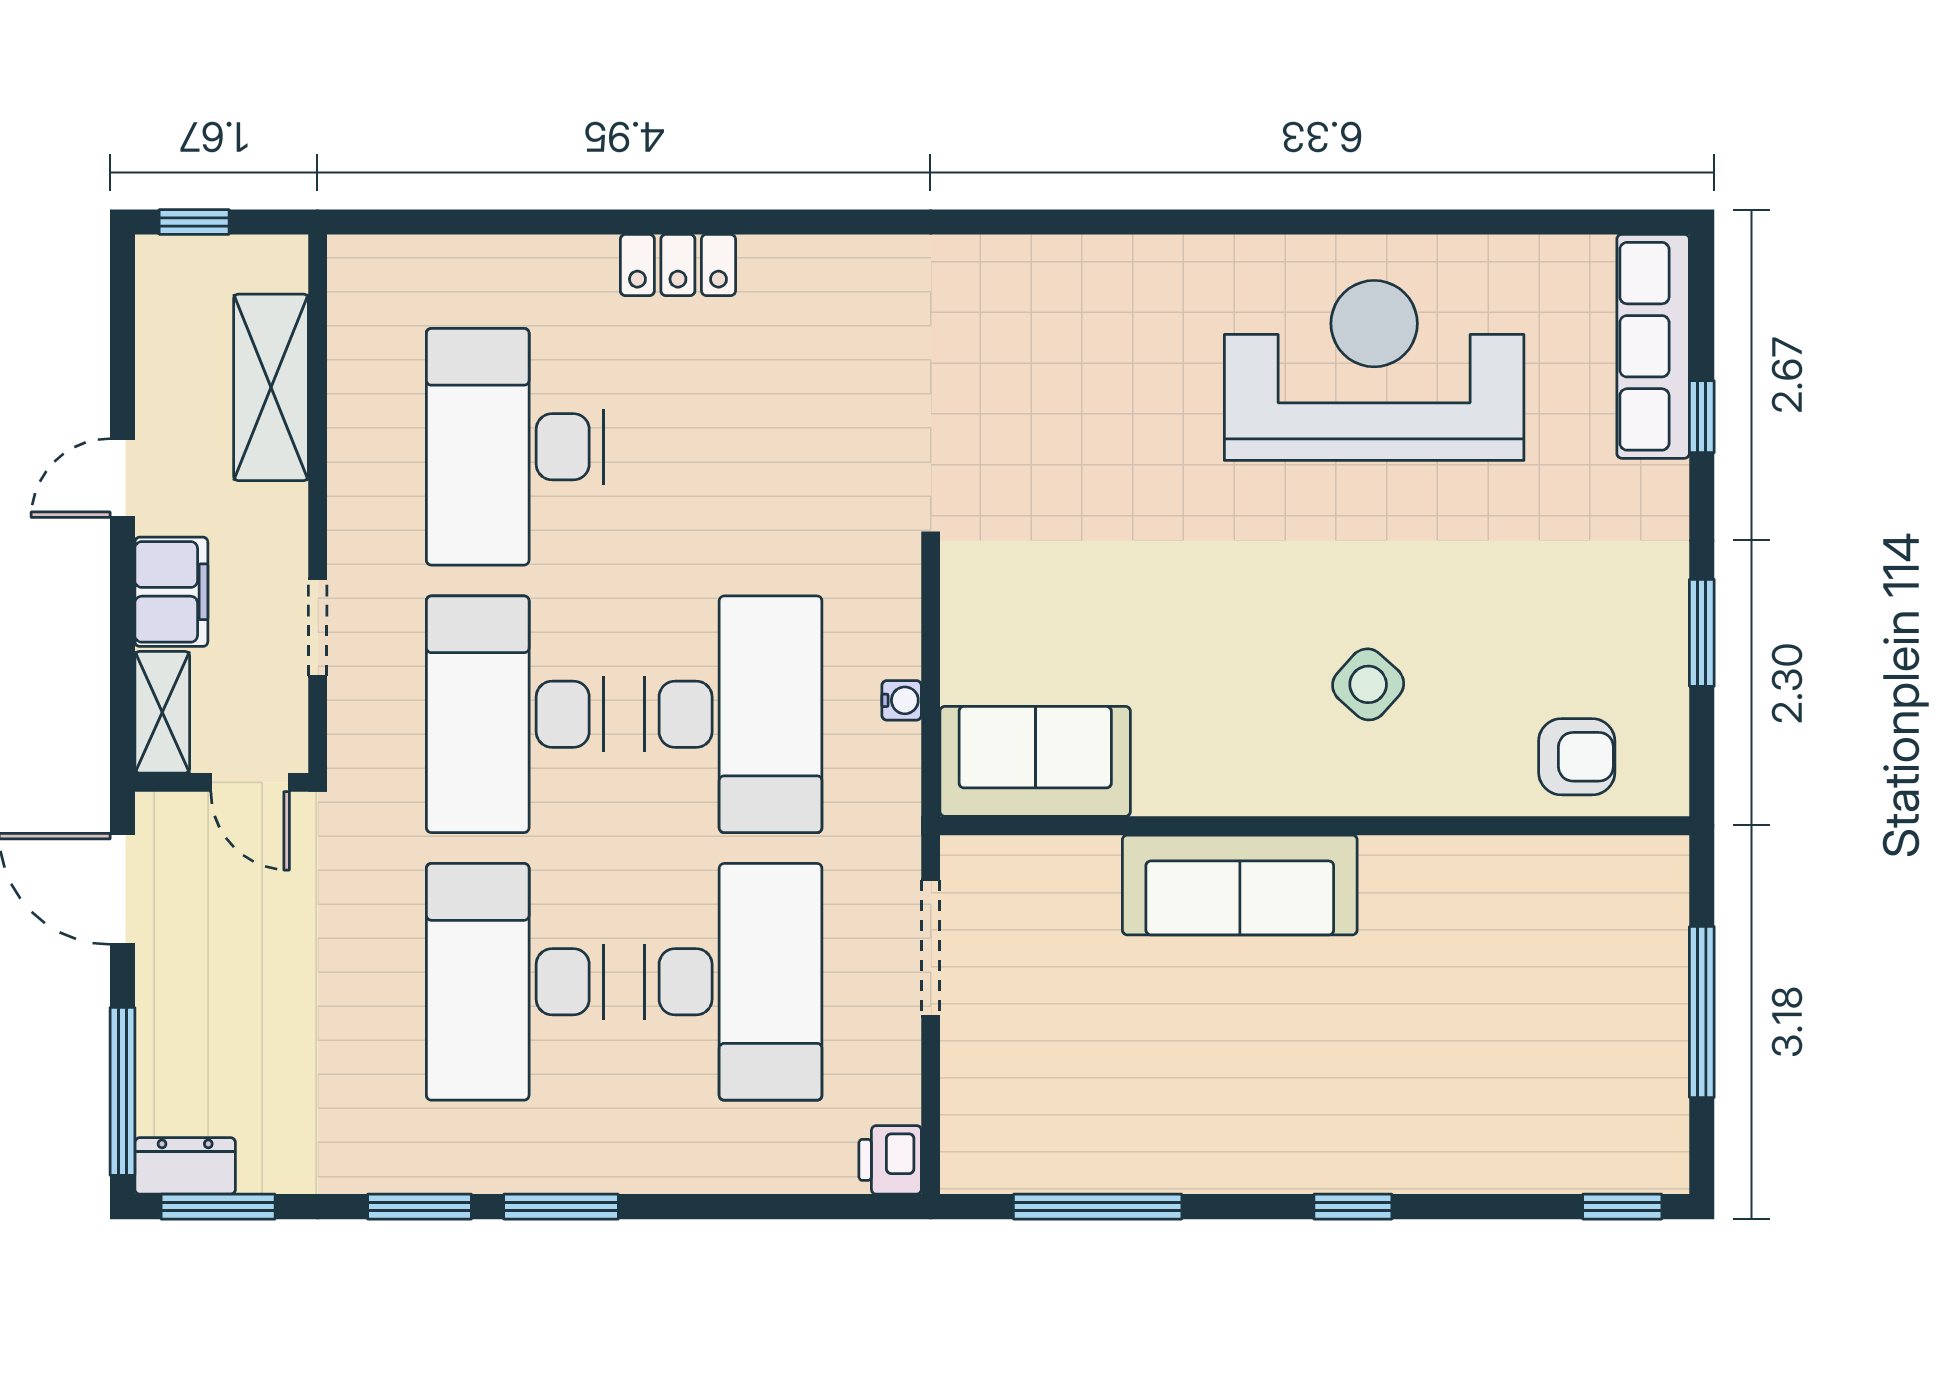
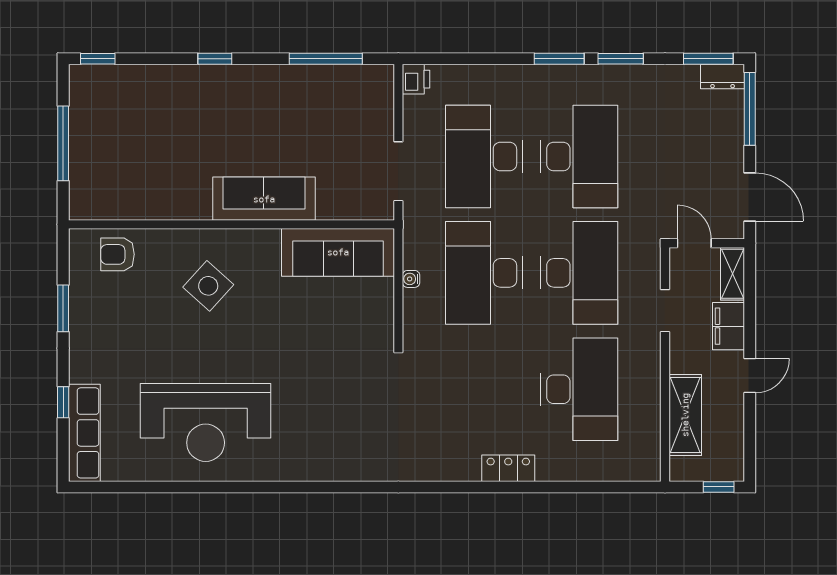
side table: (1368, 684) -> (208, 286), width x1.37, depth x1.37
sofa: (1035, 761) -> (338, 252), width x1.36

